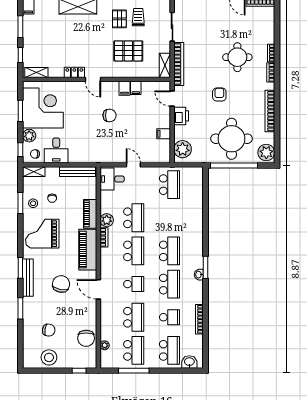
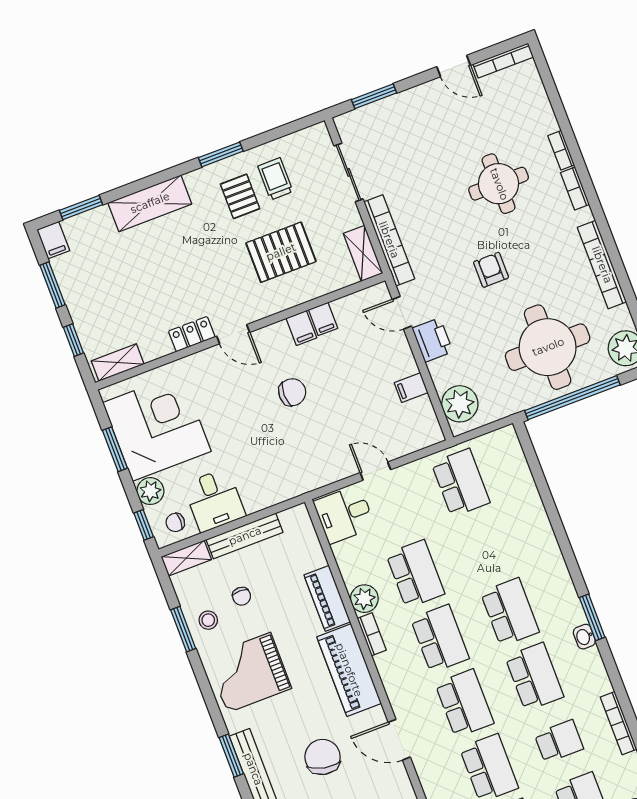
bench: (77, 172) -> (245, 536), moved
school desk: (134, 284) -> (464, 703), width x1.85

